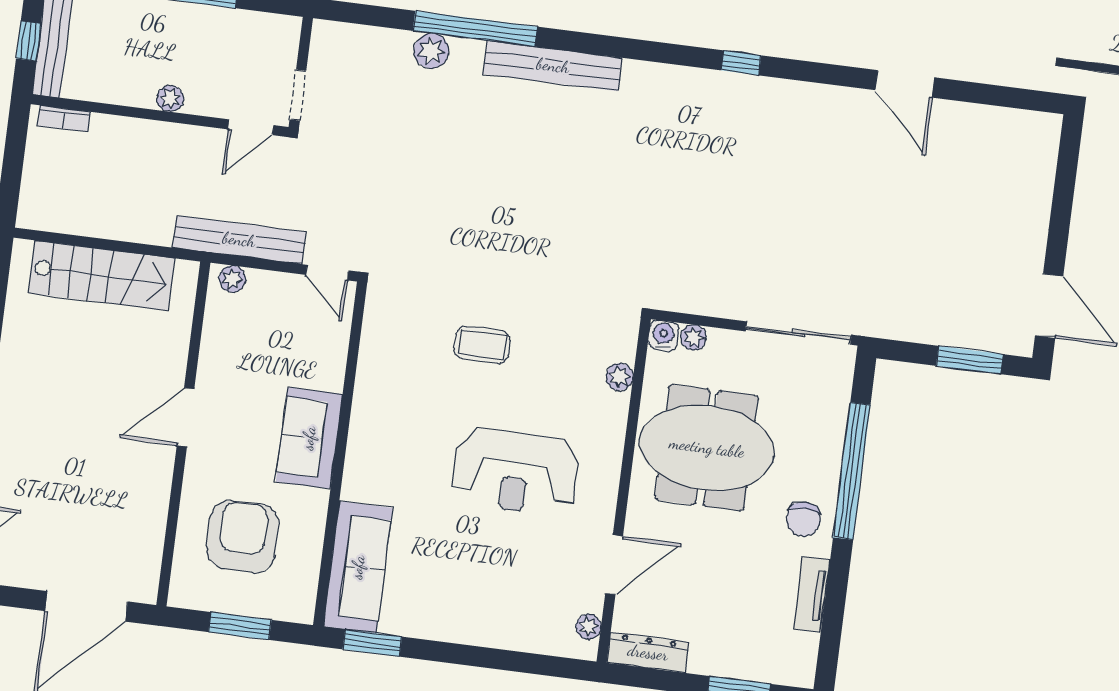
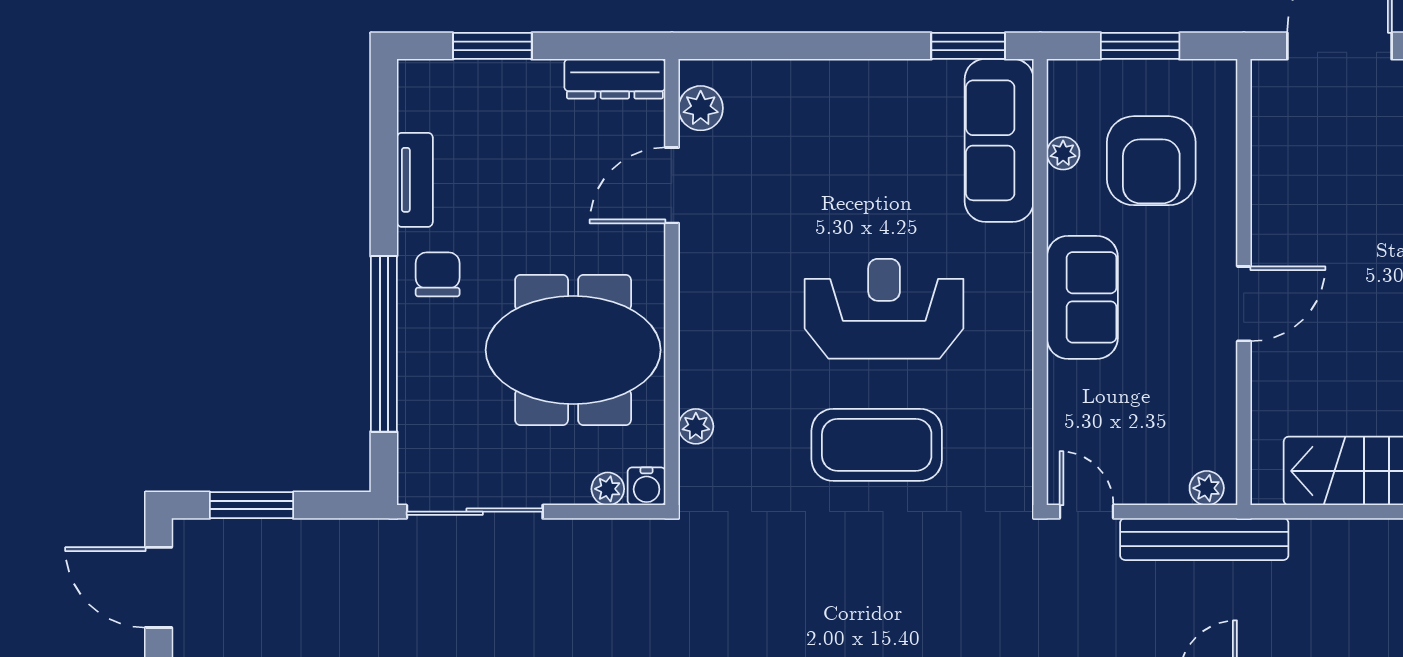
coffee table: (482, 345) -> (877, 445), width x1.86, depth x1.72
reception desk: (515, 472) -> (884, 309), moved
plant: (310, 551) -> (1063, 153), added
plant: (589, 627) -> (701, 108), width x1.38, depth x1.38

